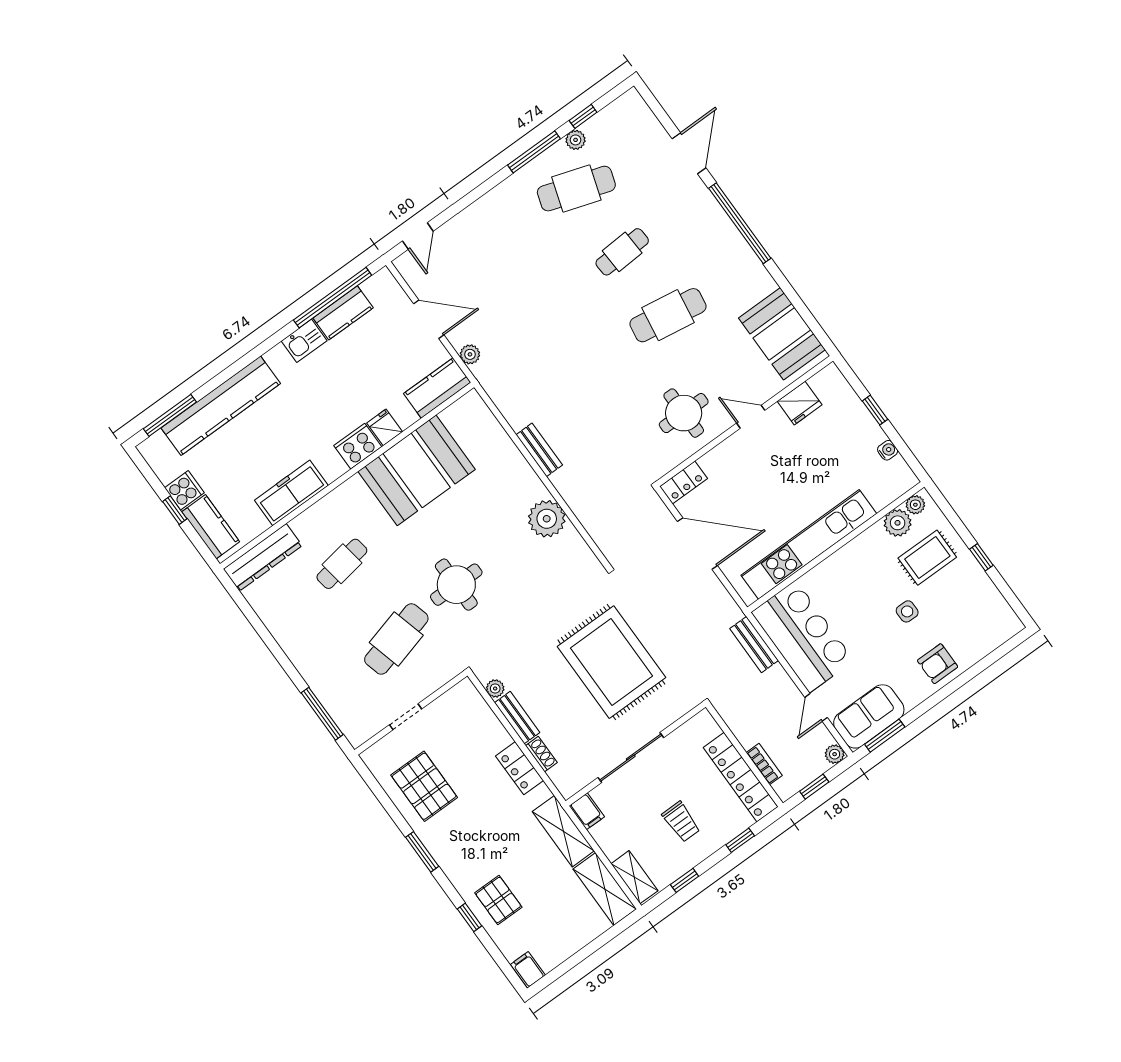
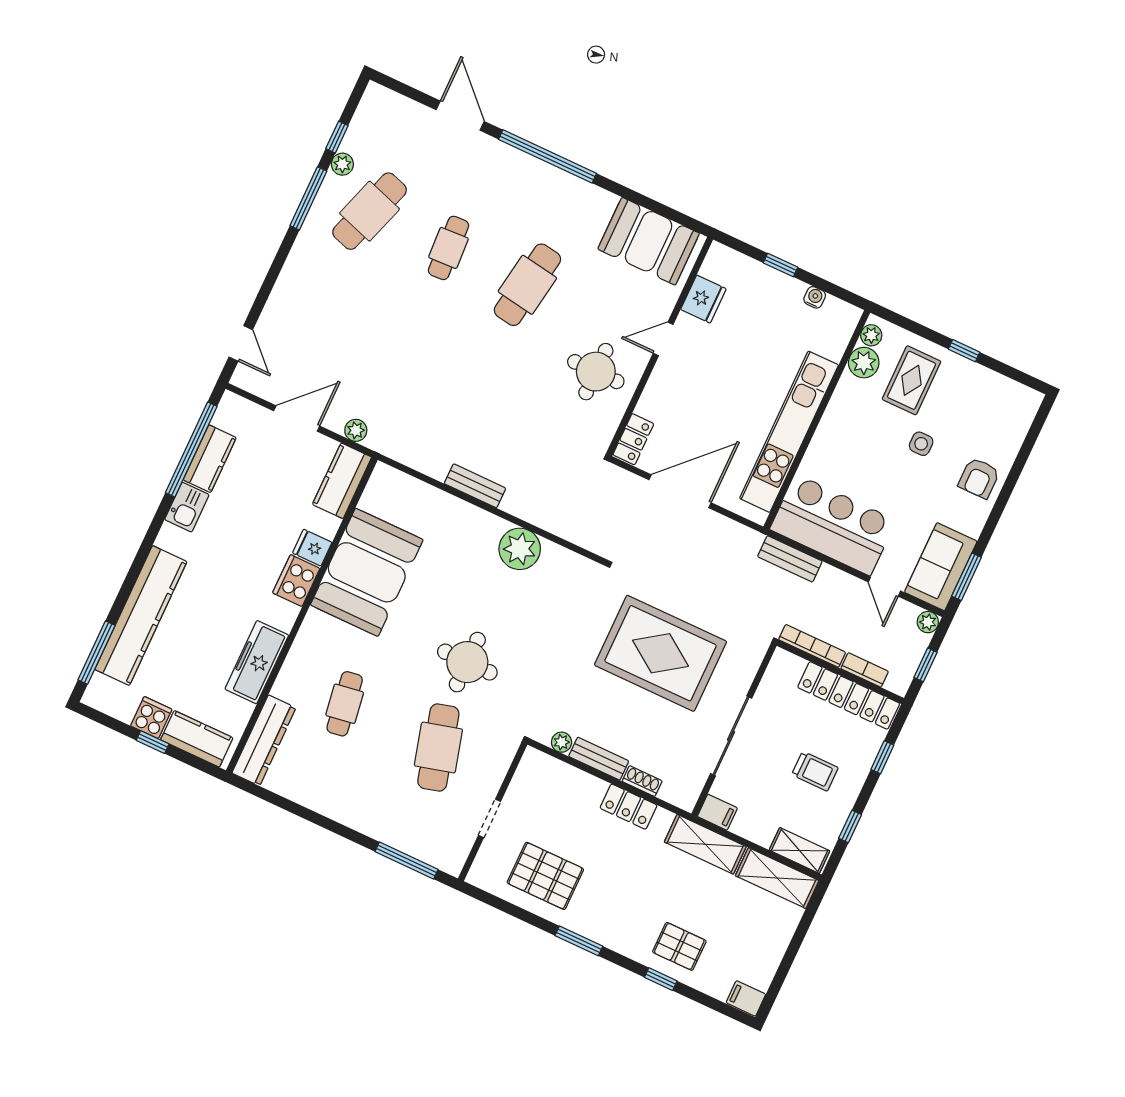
bookcase: (734, 722) -> (812, 646), added

